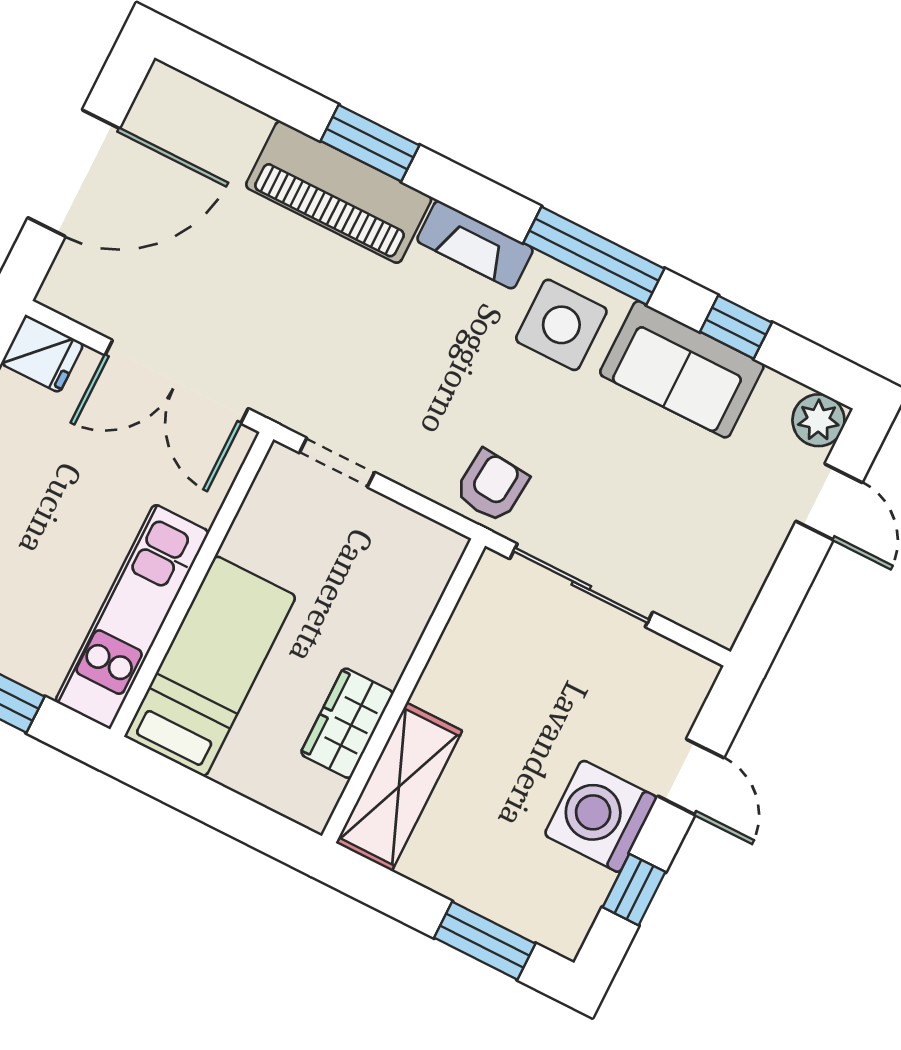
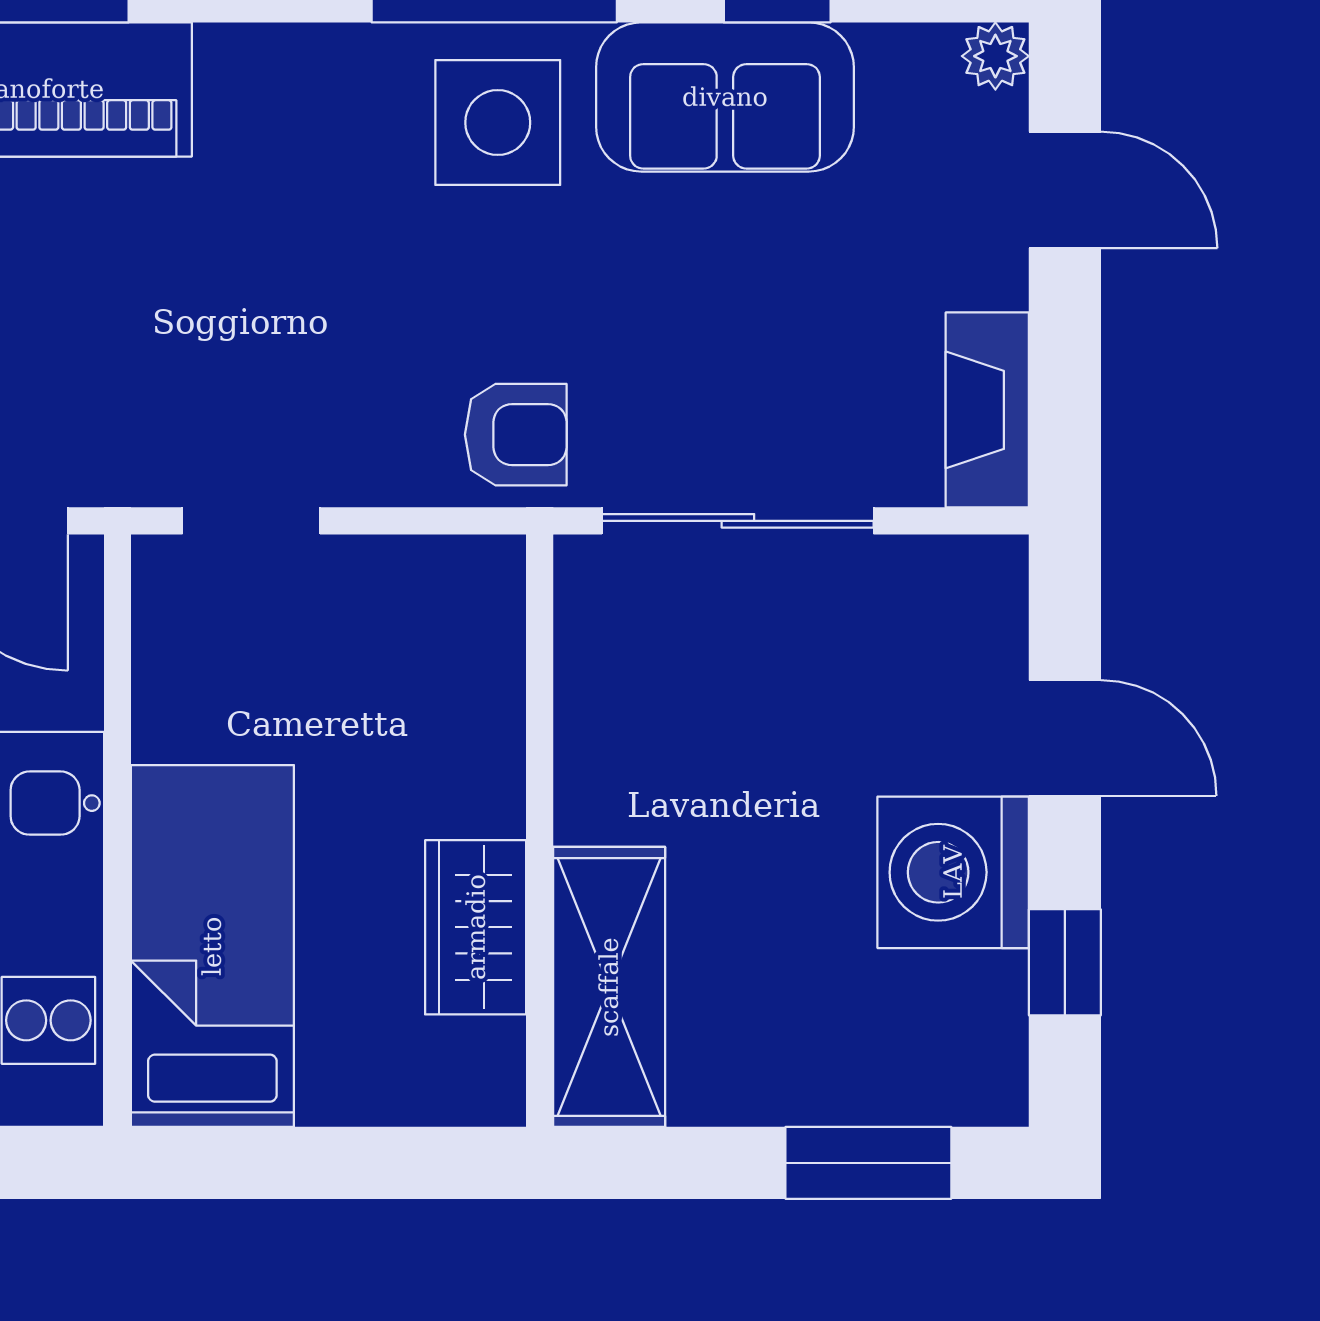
fireplace: (475, 245) -> (987, 410), moved, turned 90
plant: (818, 420) -> (995, 56), width x0.73, depth x0.73
armchair: (492, 486) -> (516, 435), turned 85

